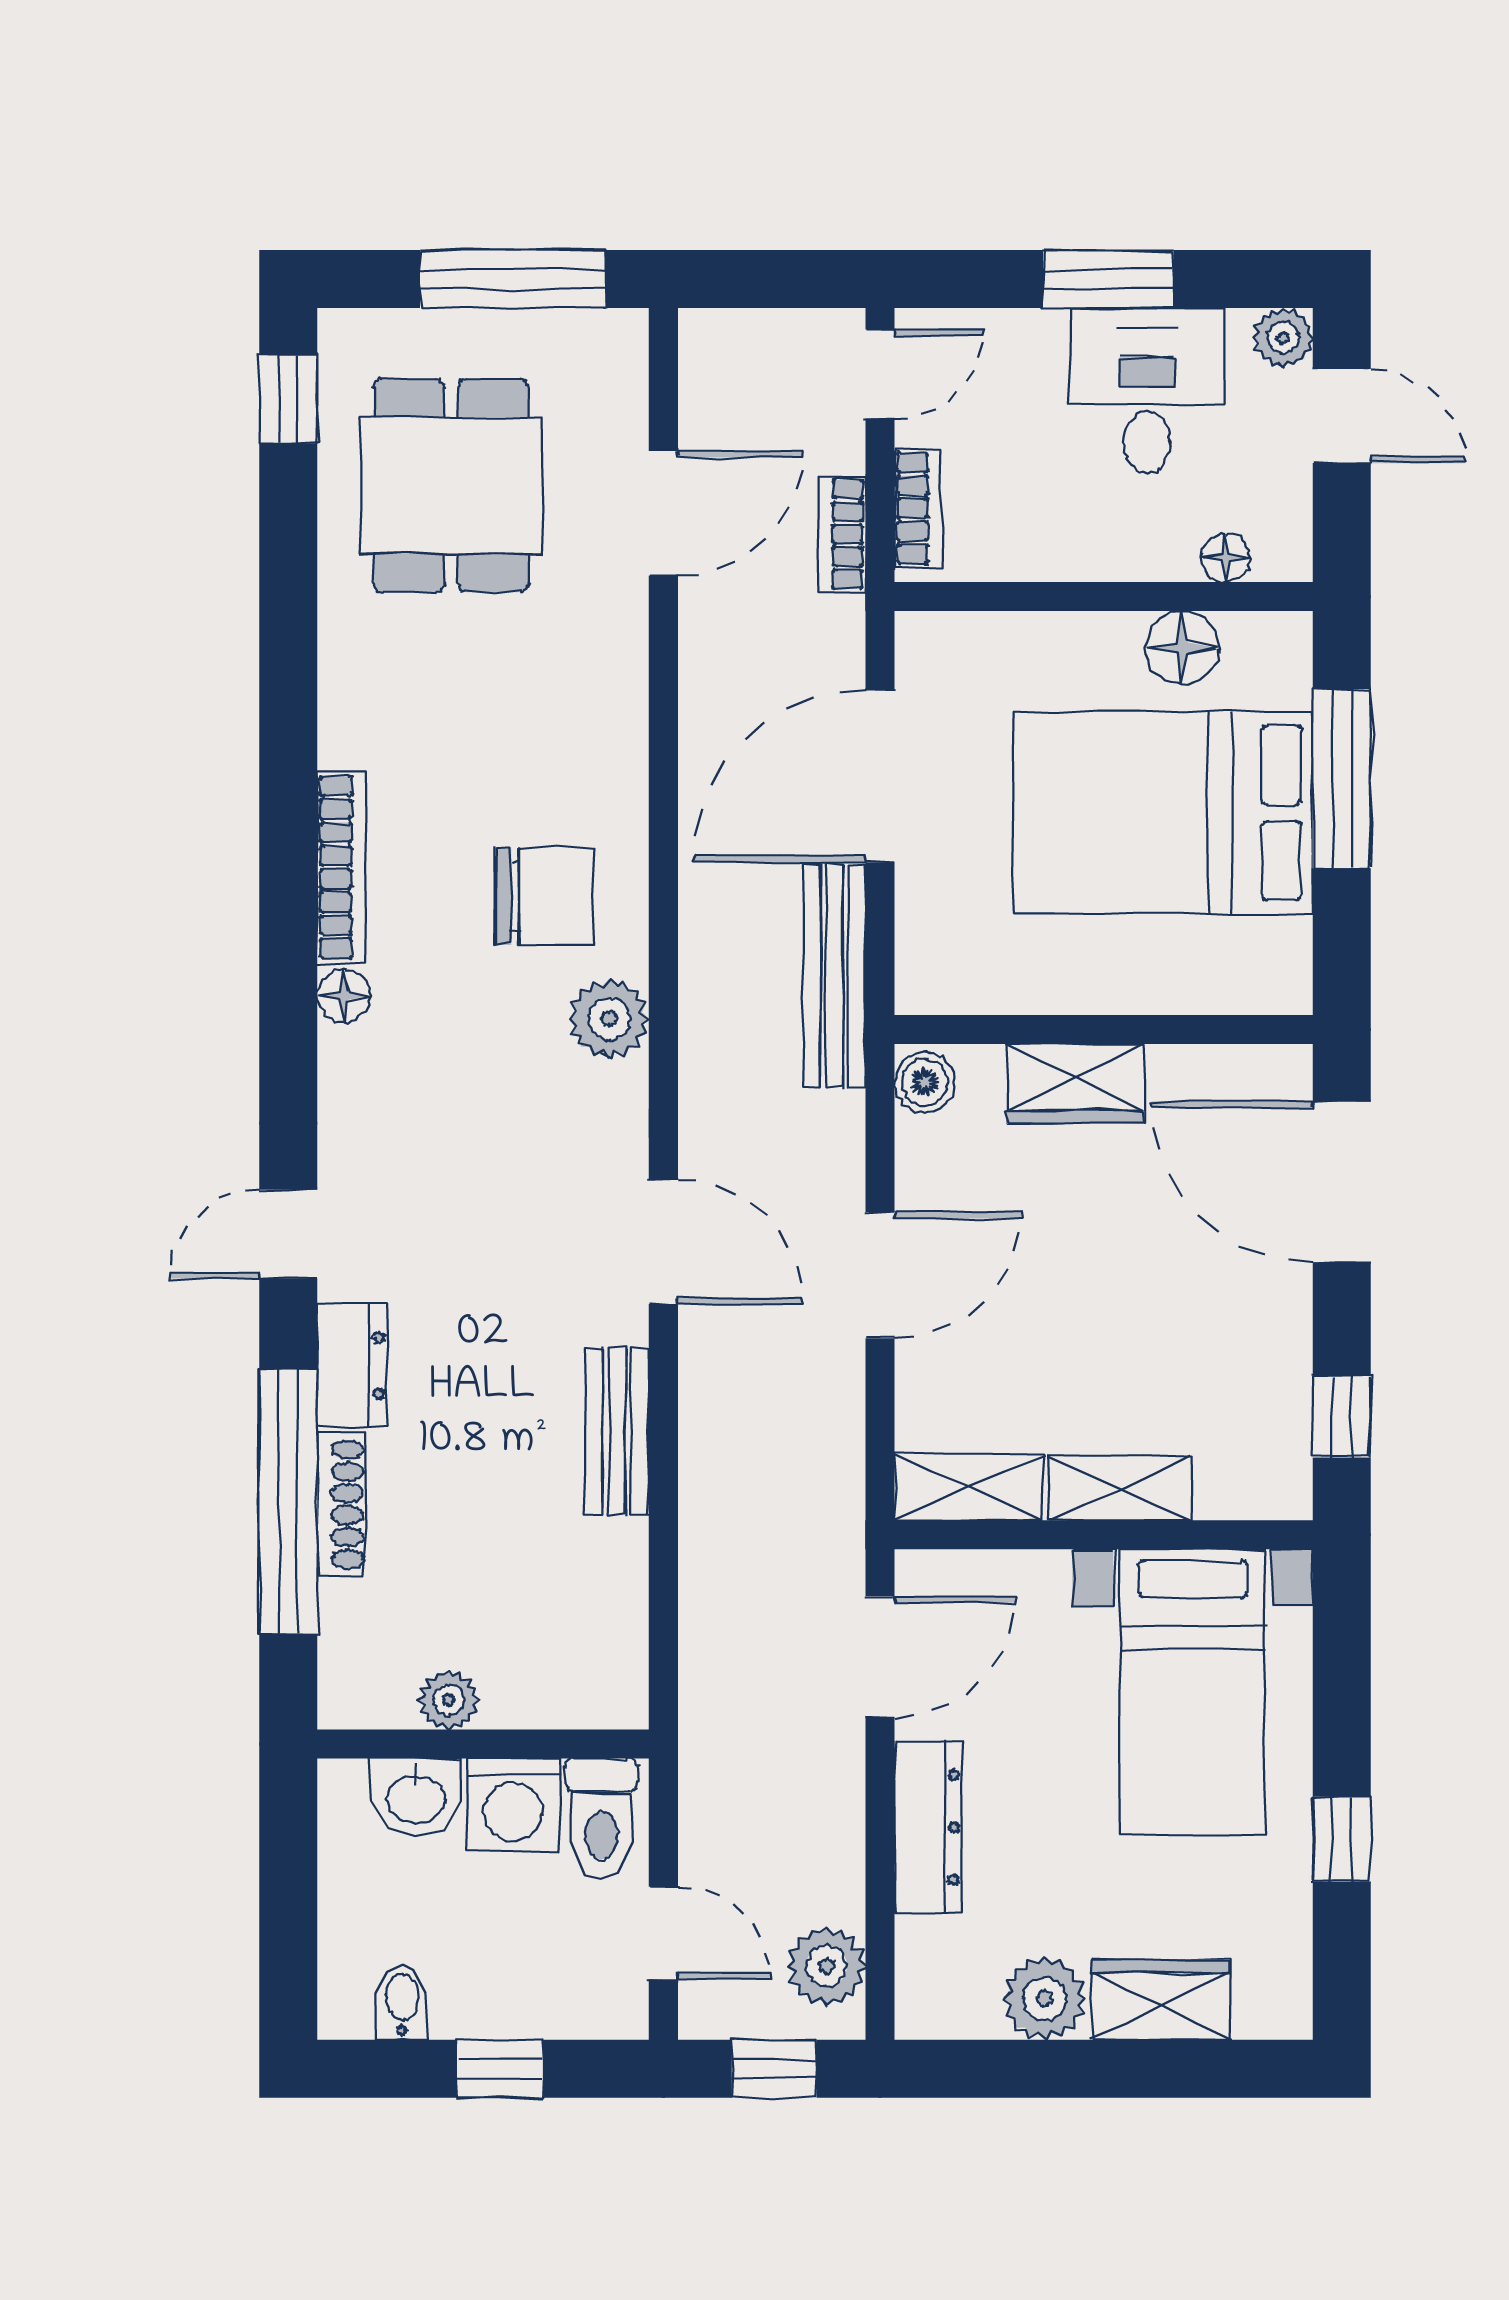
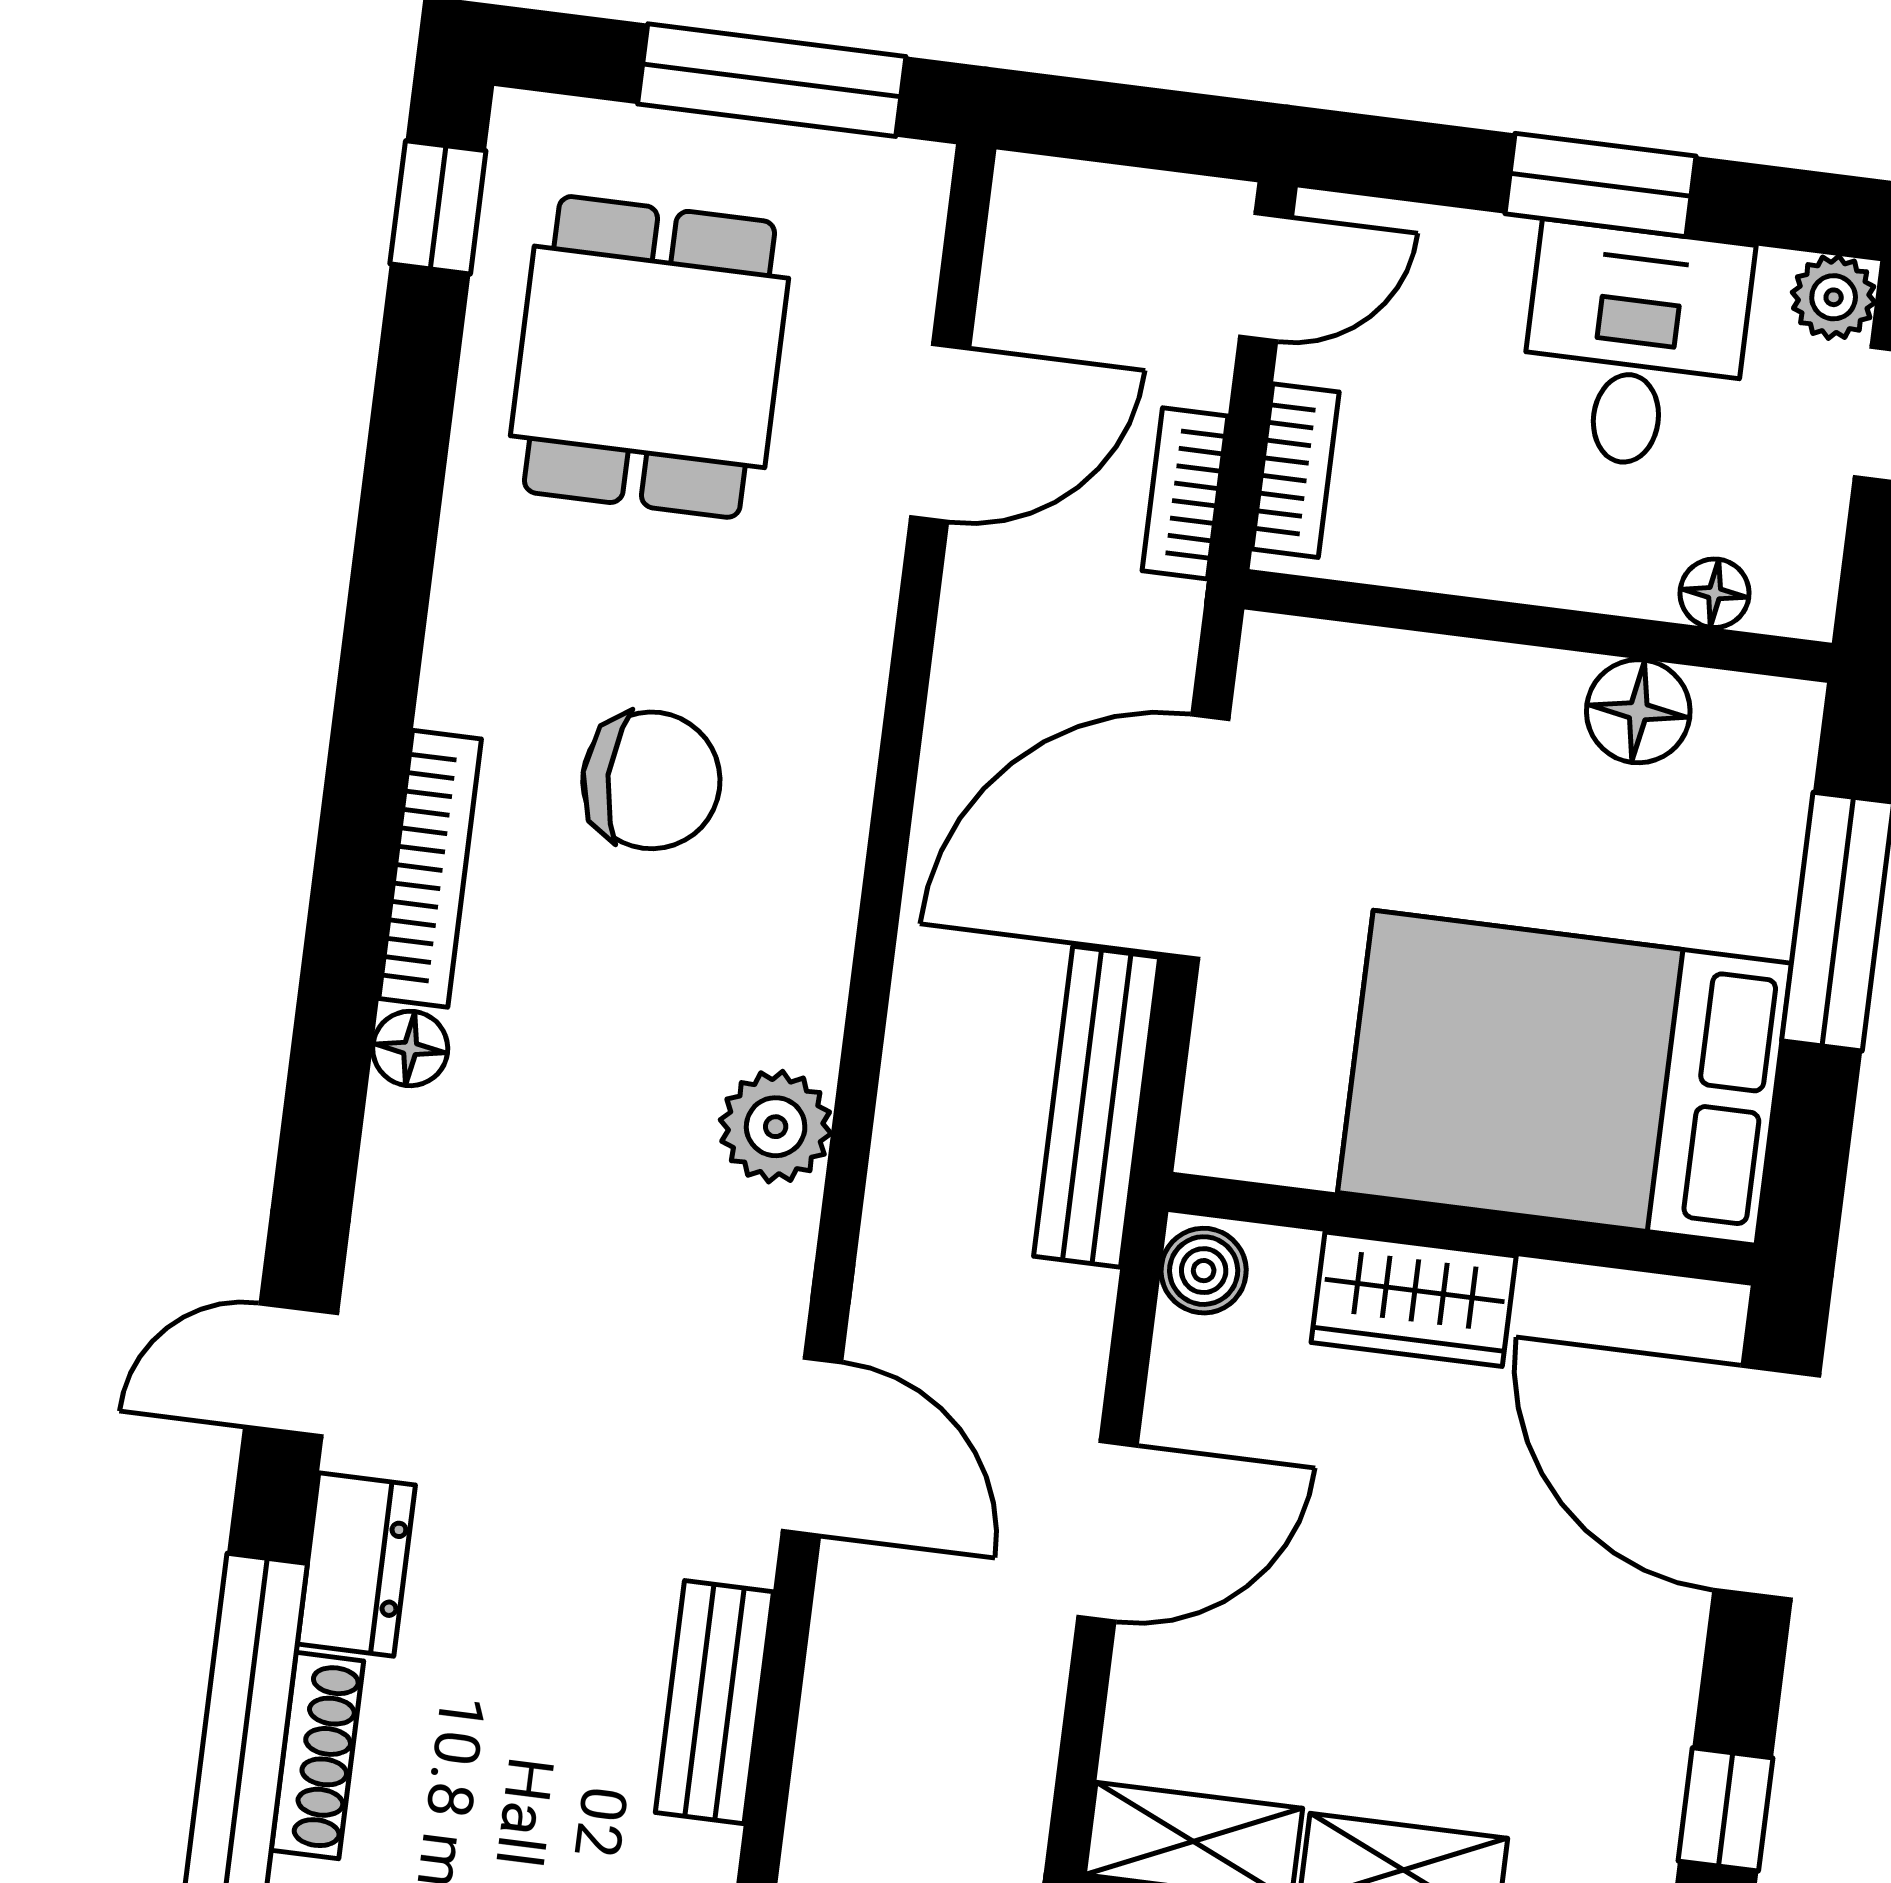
bed: (1163, 813) -> (1565, 1078), moved
chair: (544, 896) -> (651, 780), moved

